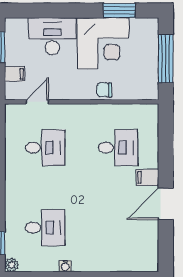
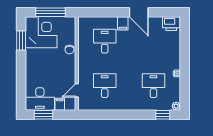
desk: (52, 36) -> (40, 99), moved, turned -90
corner desk: (103, 43) -> (41, 32), moved
door: (37, 102) -> (77, 90), hinge flipped
printer: (147, 257) -> (171, 24), added

